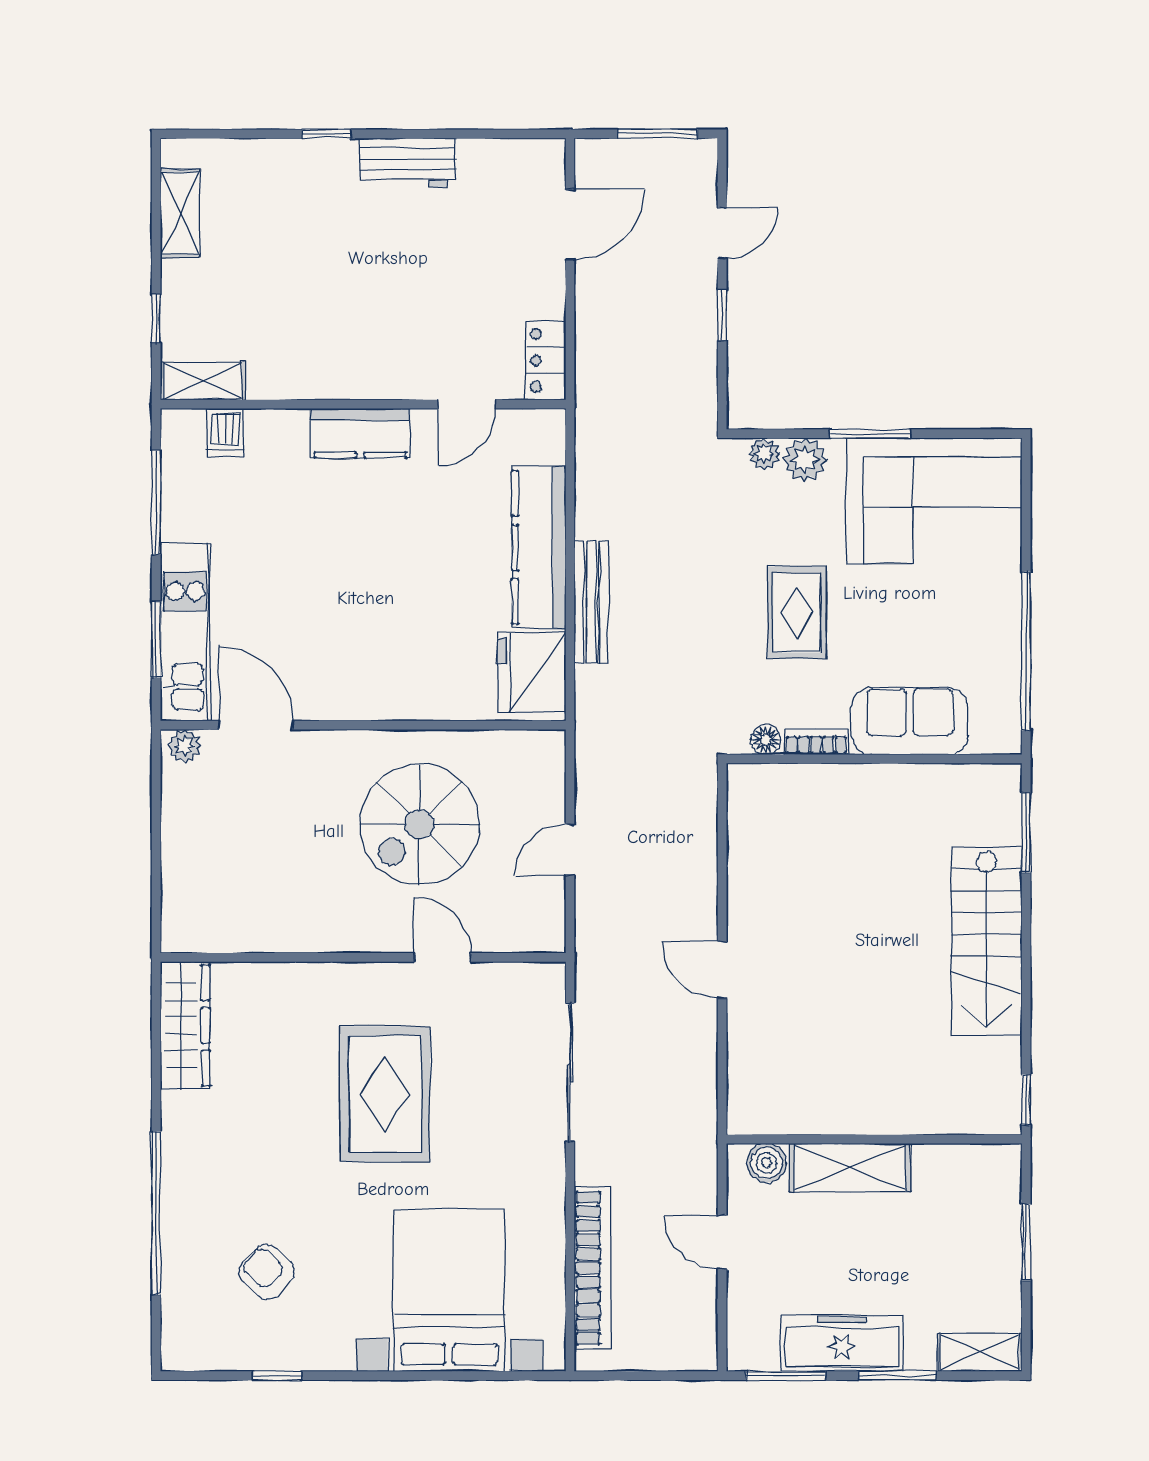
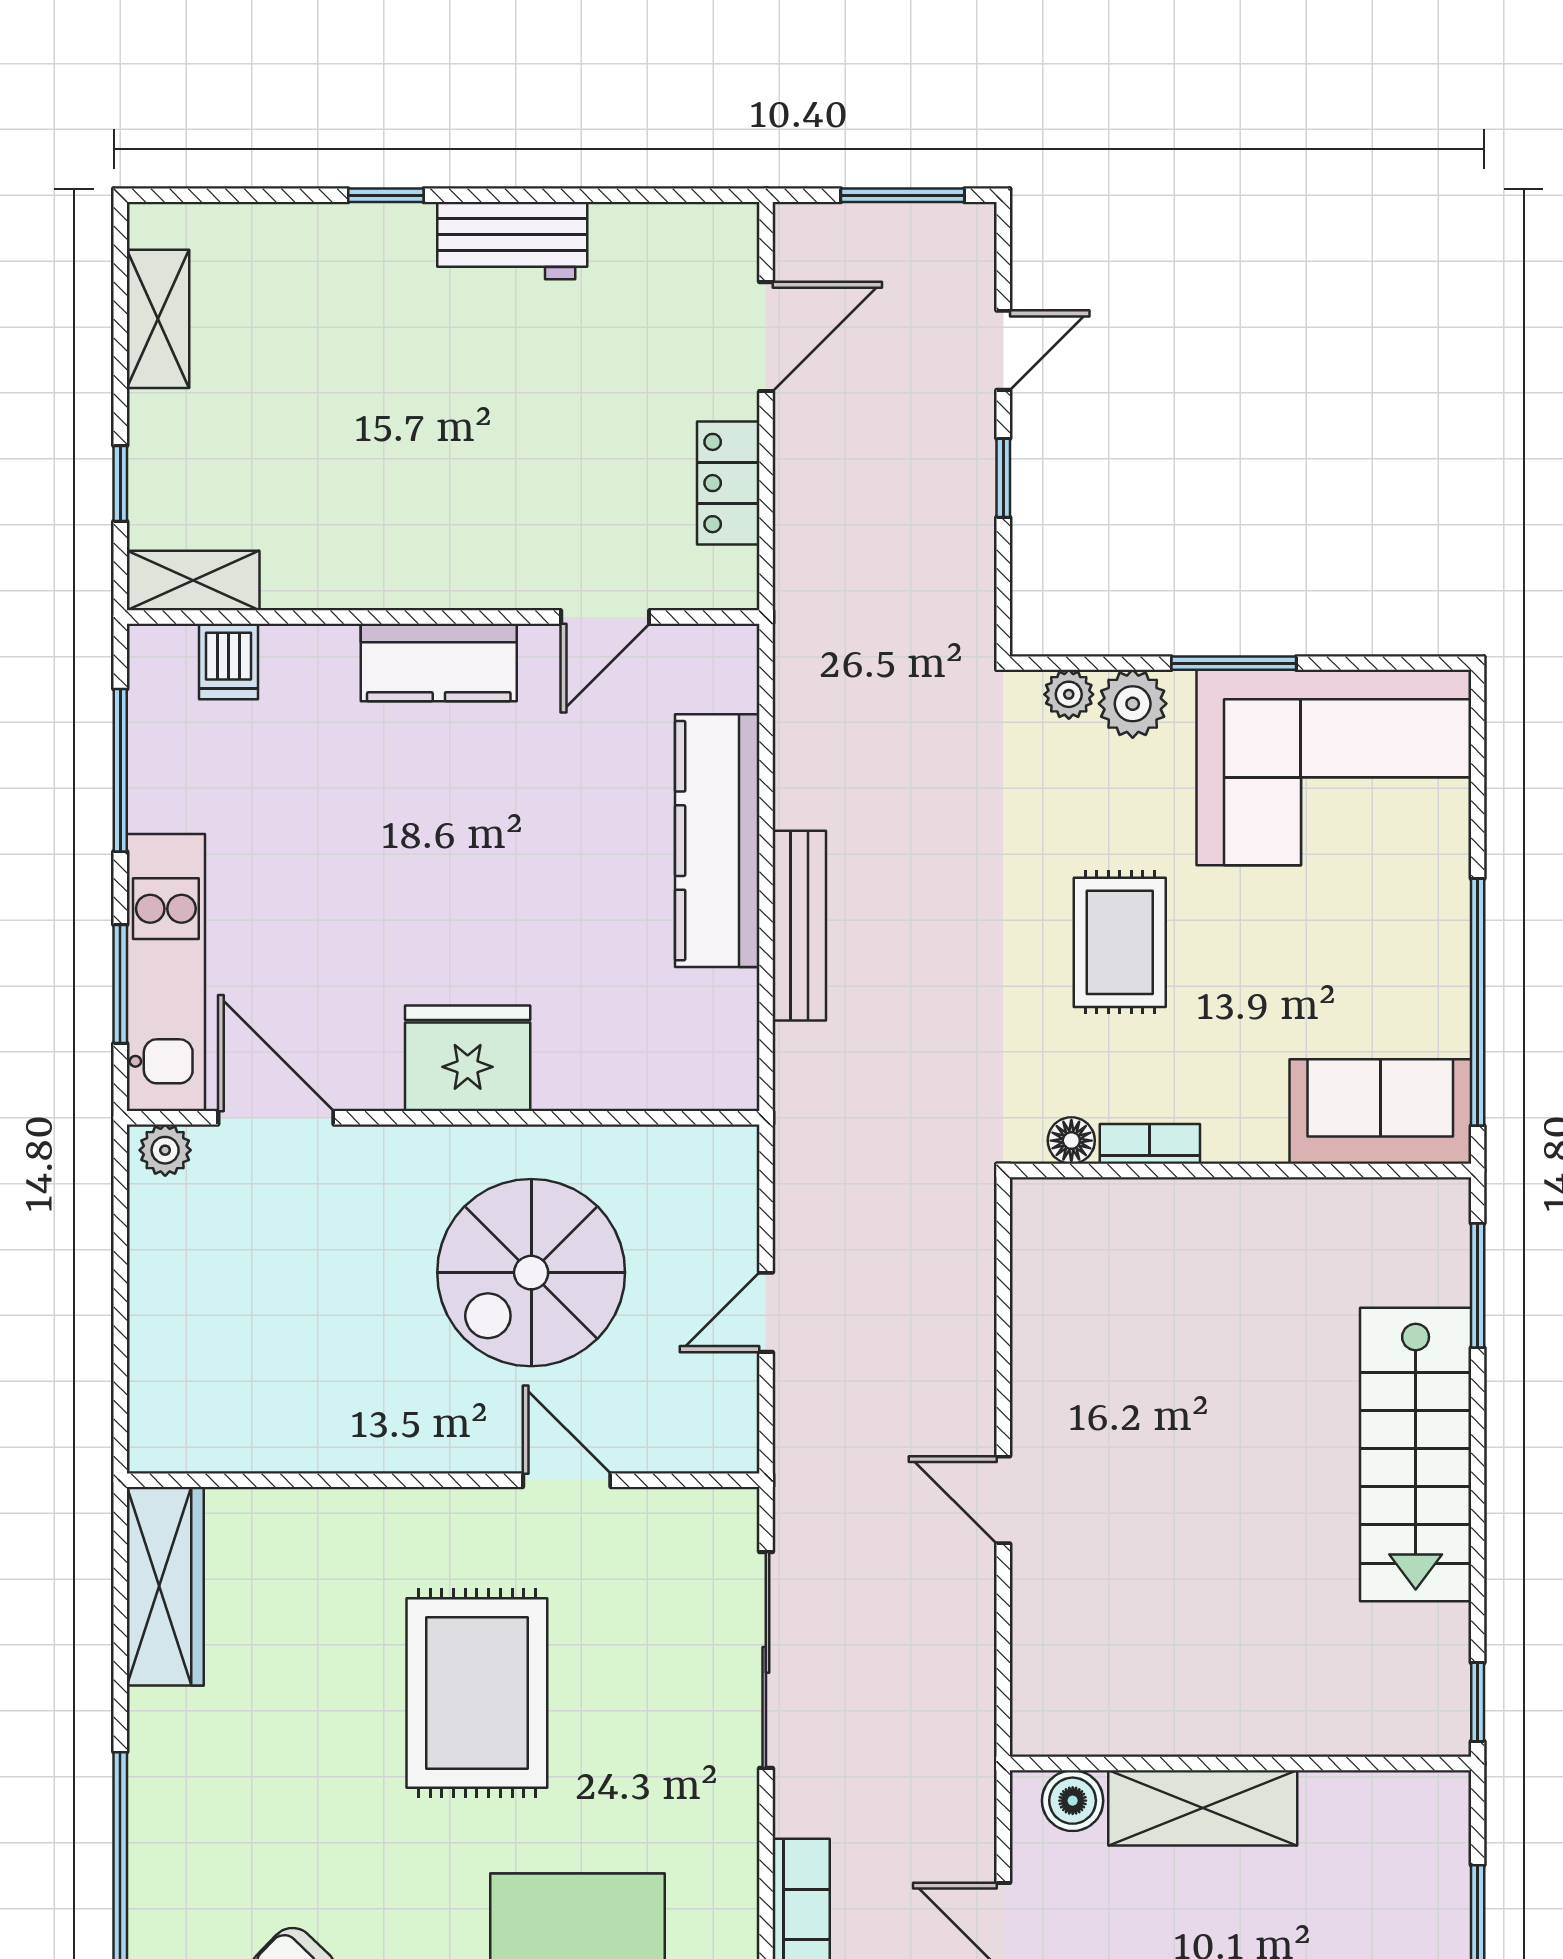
locker: (546, 360) -> (728, 483), moved
fridge: (532, 672) -> (468, 1058), moved, turned 90
sofa: (910, 721) -> (1380, 1111), moved

